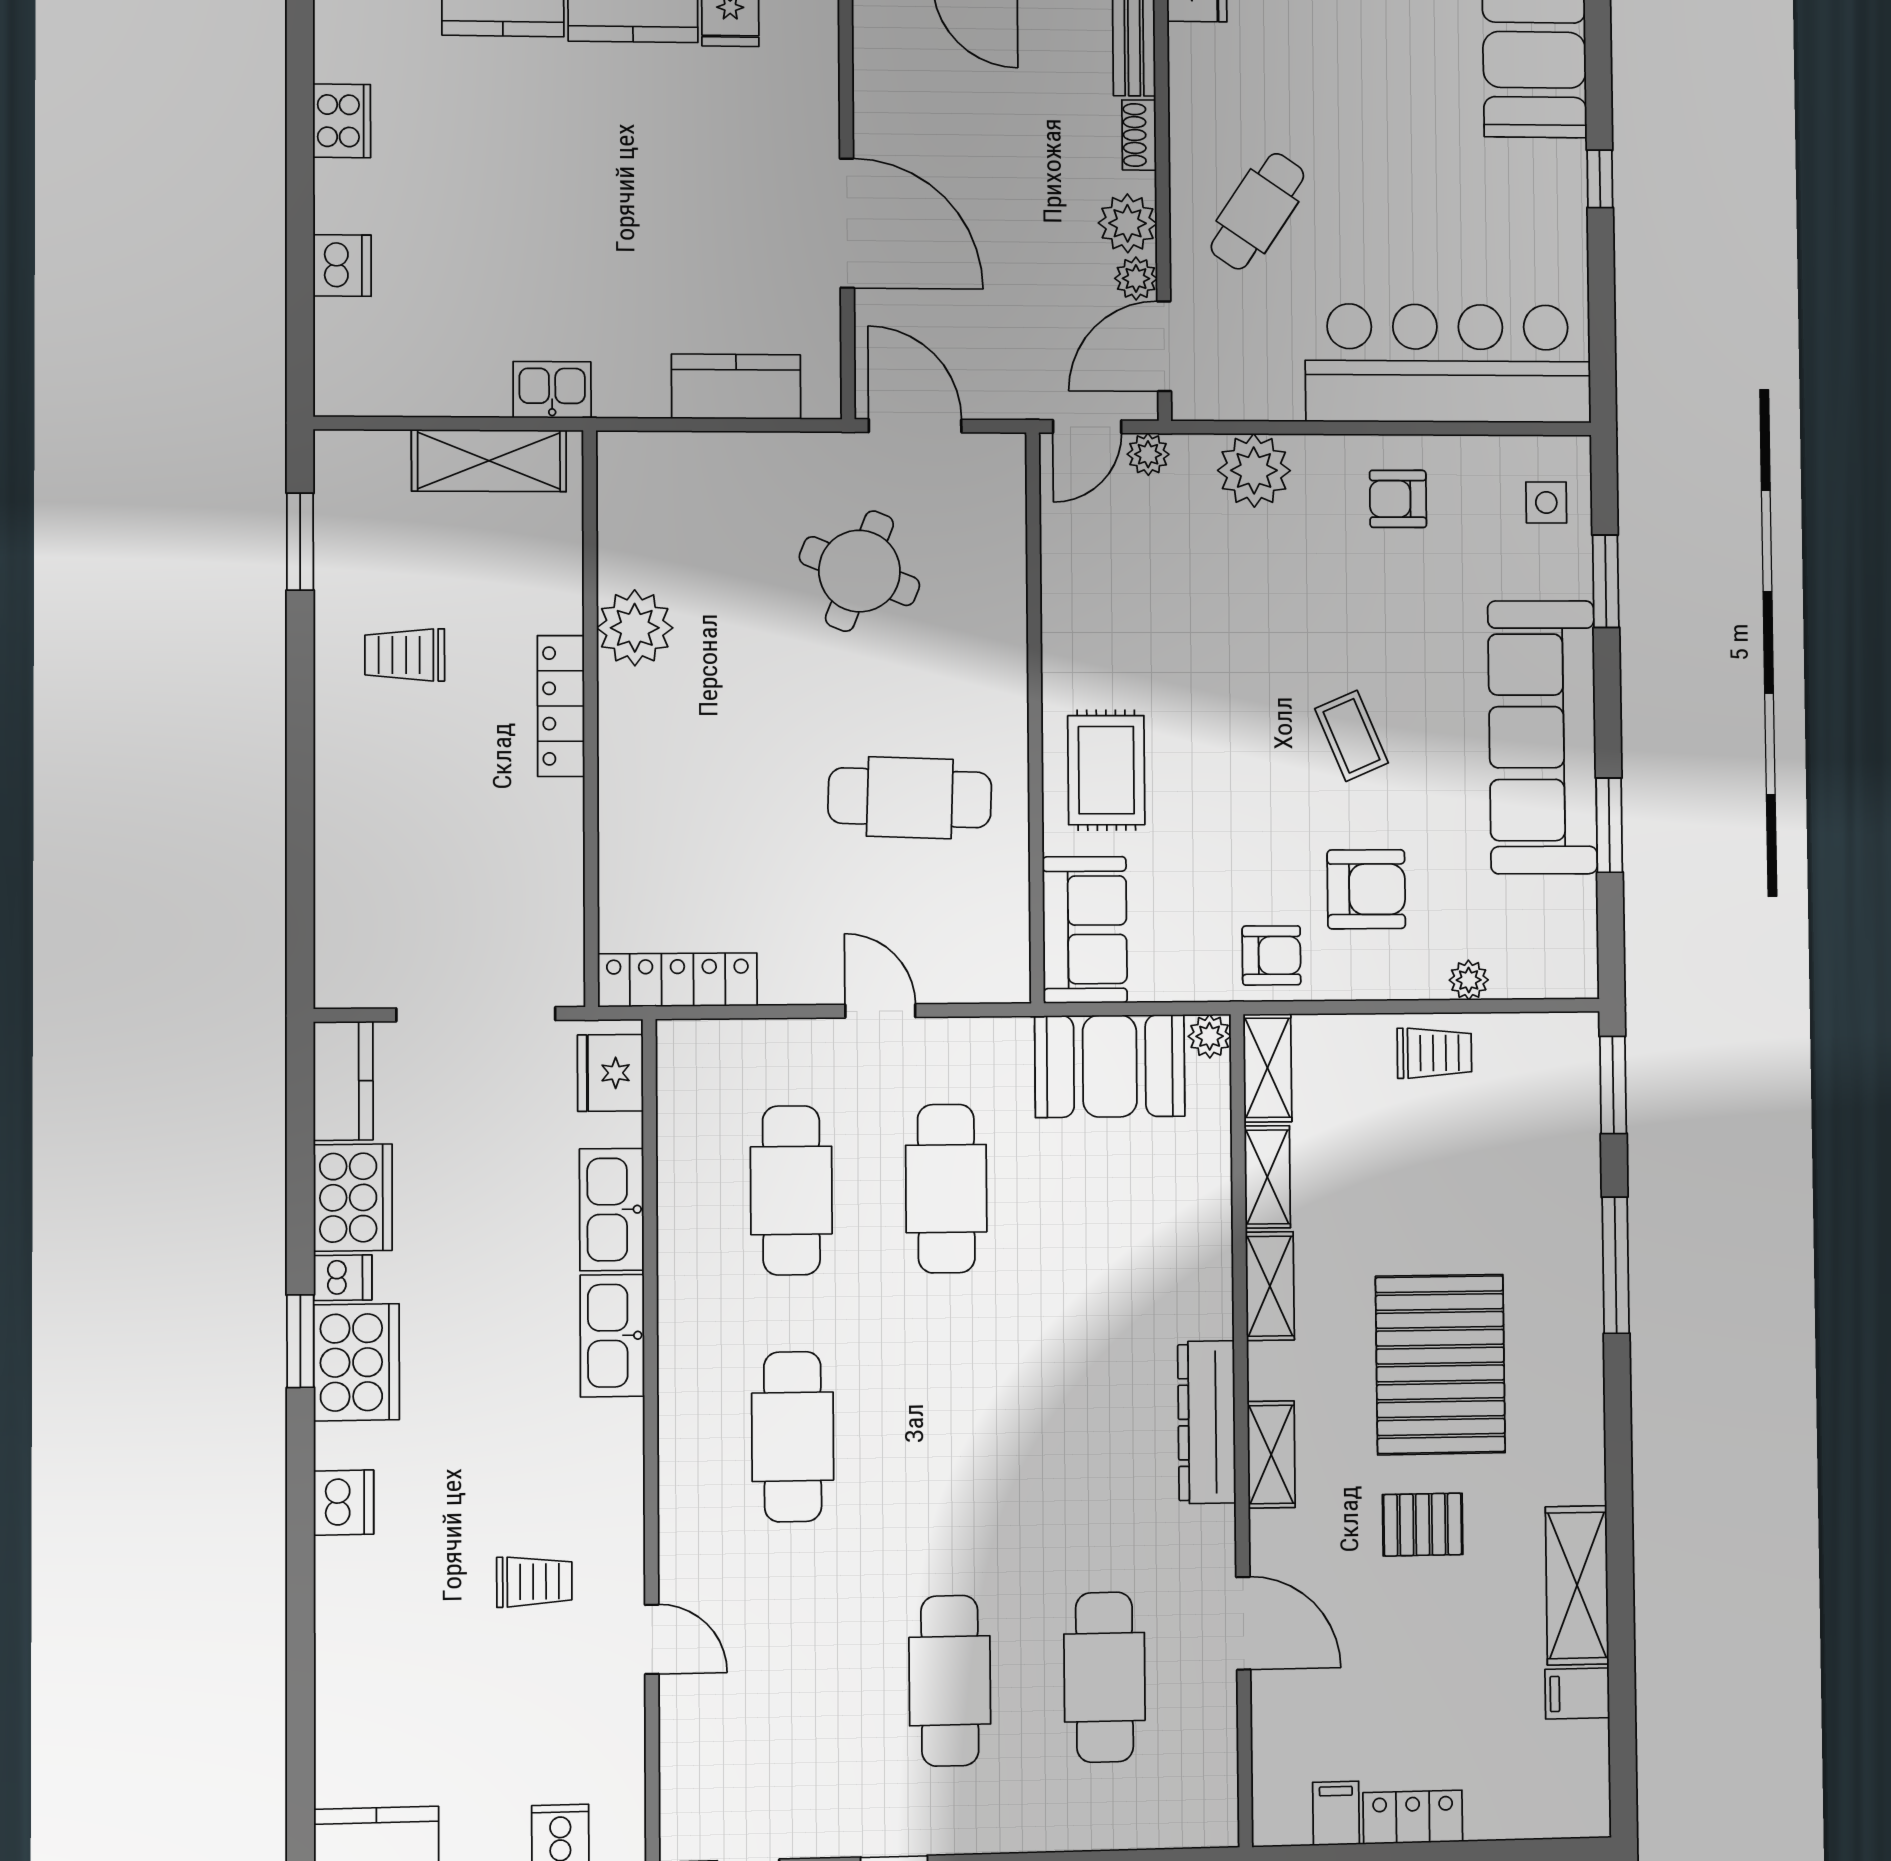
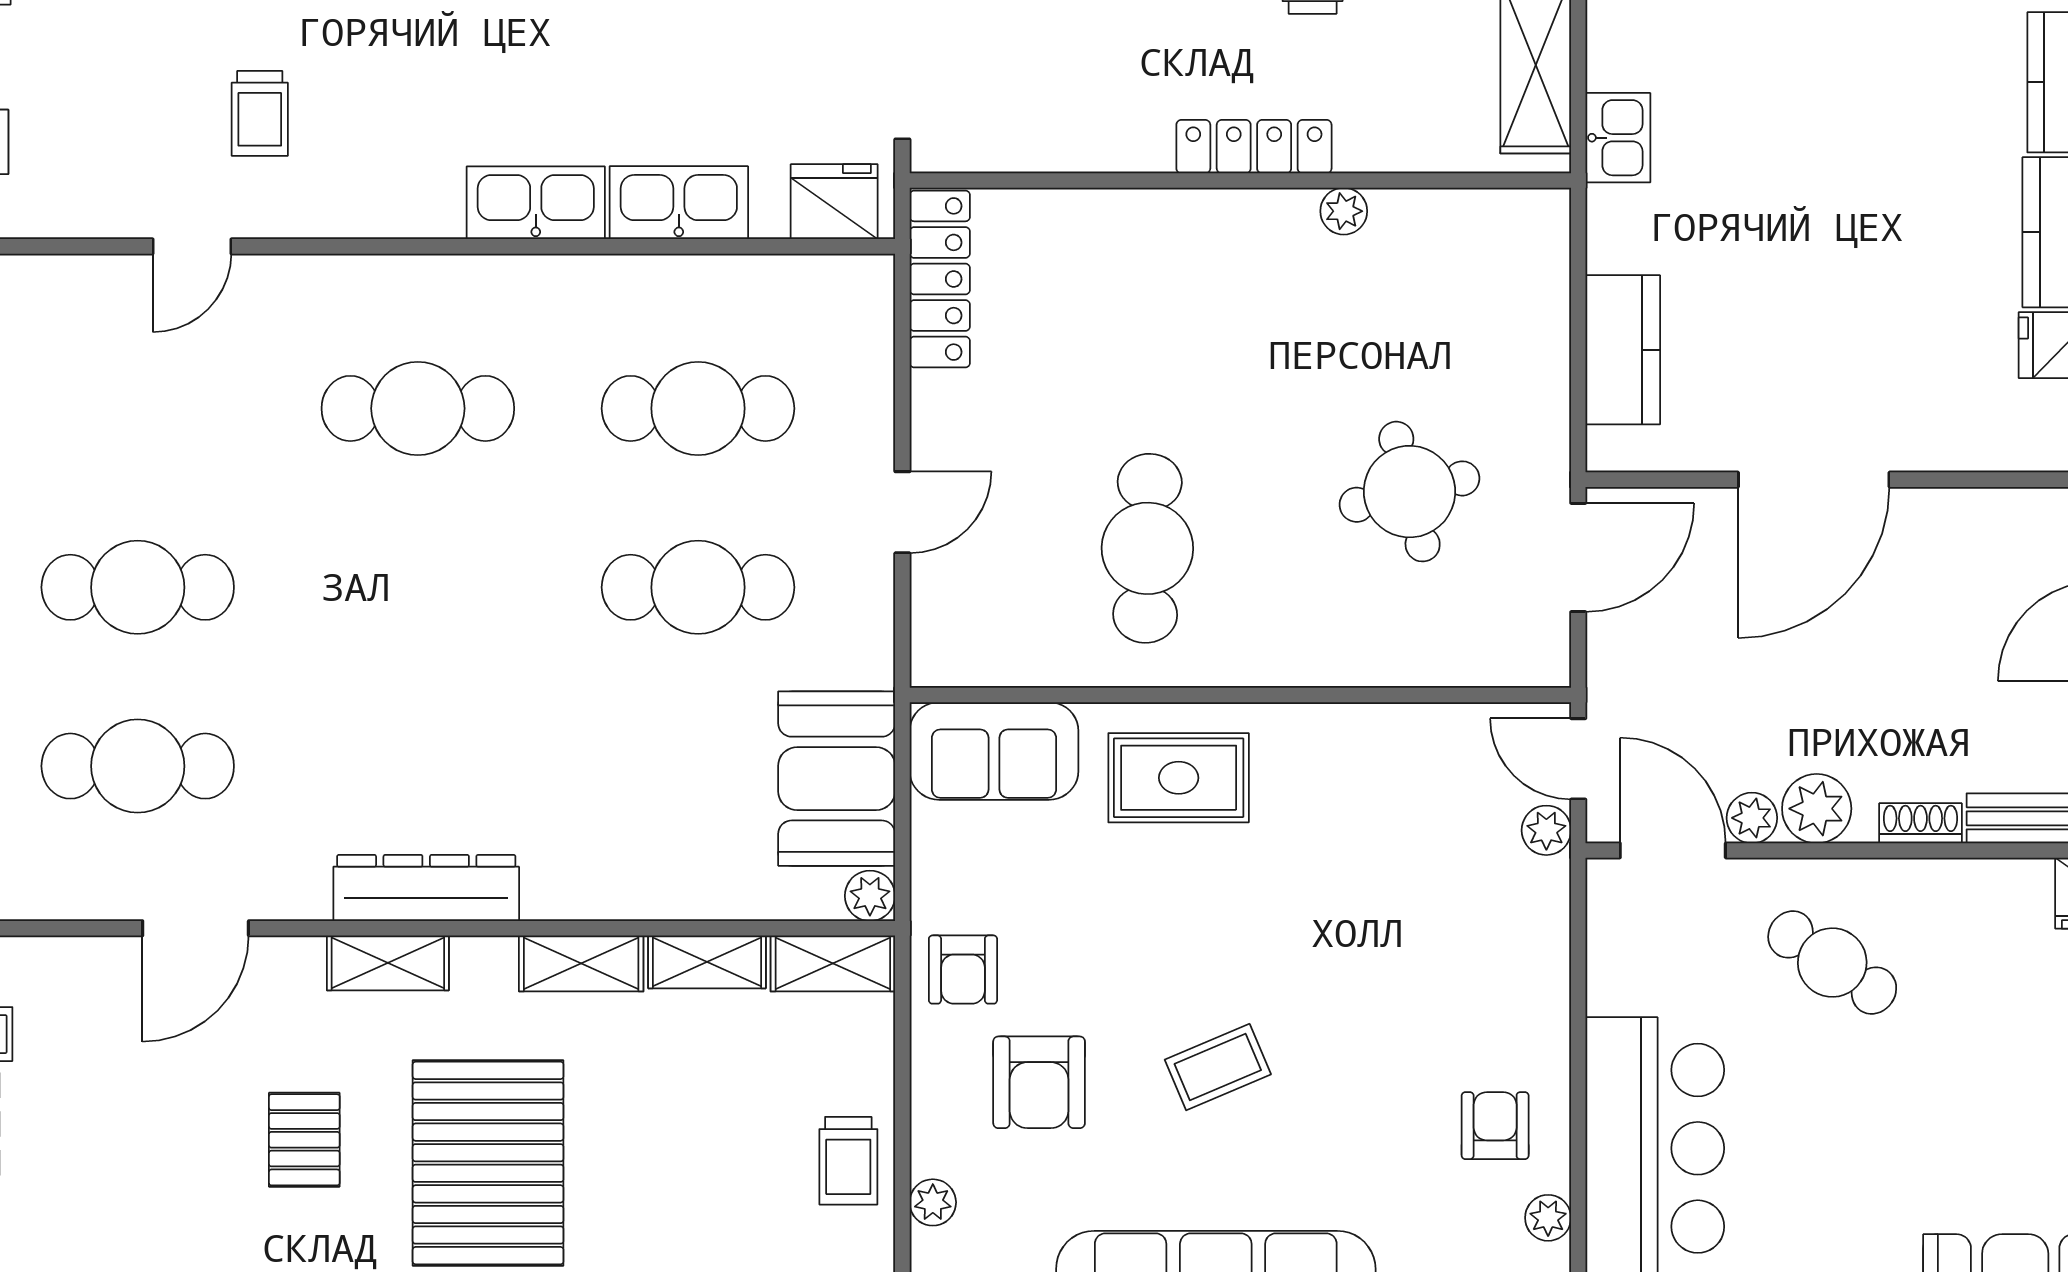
plant: (1254, 470) -> (1548, 1218), moved, width x0.53, depth x0.53
round table: (859, 571) -> (1409, 492), turned -36
plant: (635, 628) -> (1344, 211), width x0.53, depth x0.53
pallet: (1440, 1364) -> (488, 1163), turned 90

